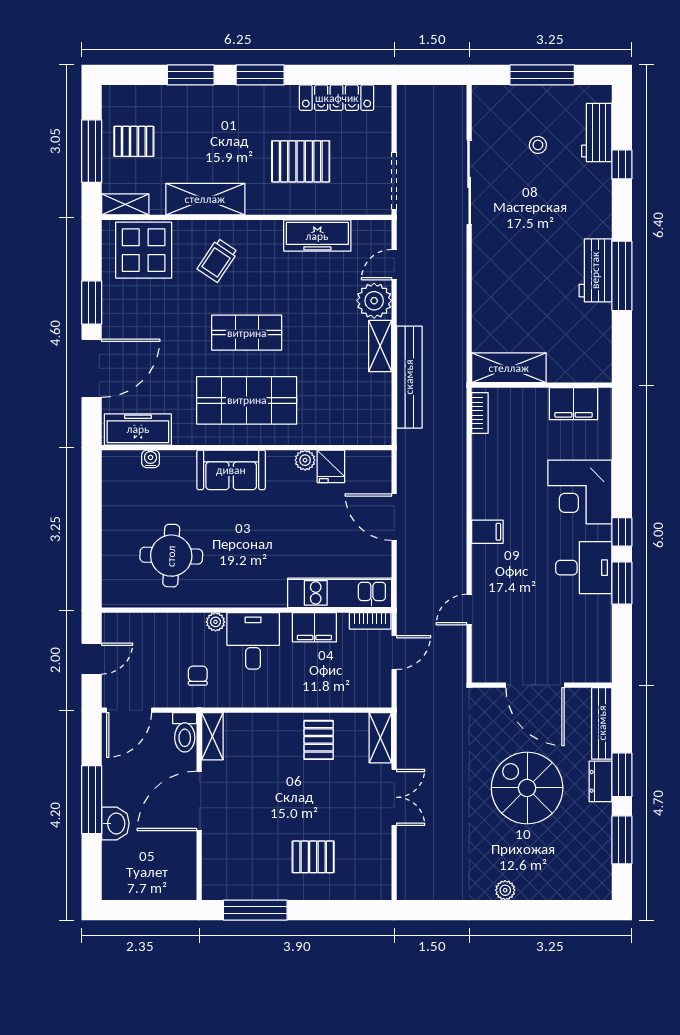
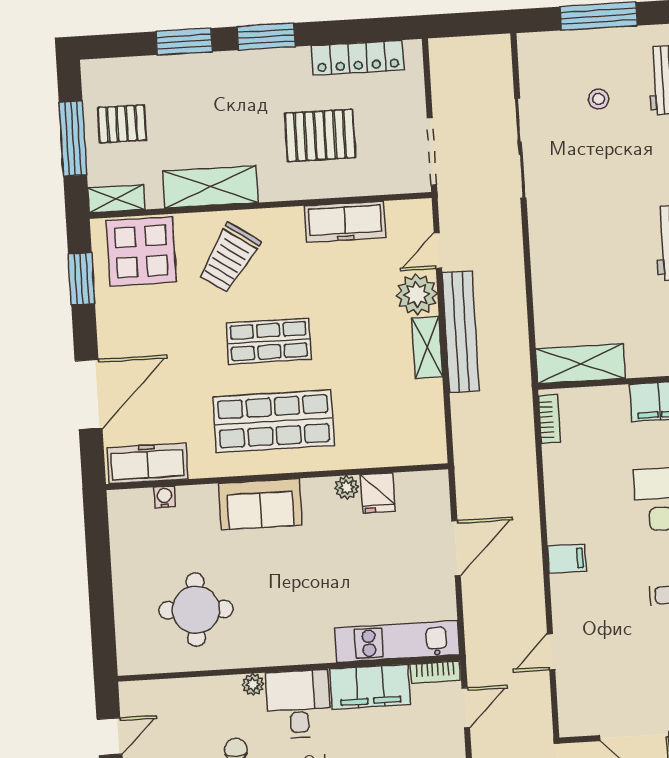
trolley: (217, 260) -> (229, 258), width x1.36, depth x1.39
window: (92, 303) -> (81, 279), moved
bench: (409, 377) -> (461, 332), moved
door: (394, 517) -> (456, 548), swing flipped
filing cabinet: (314, 627) -> (370, 687), width x1.50, depth x1.17

